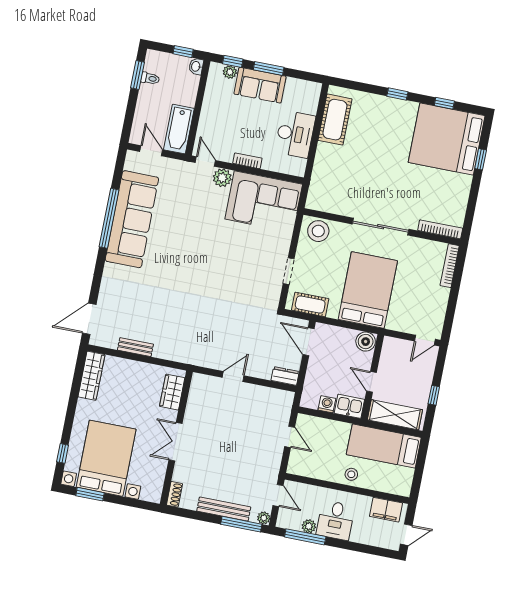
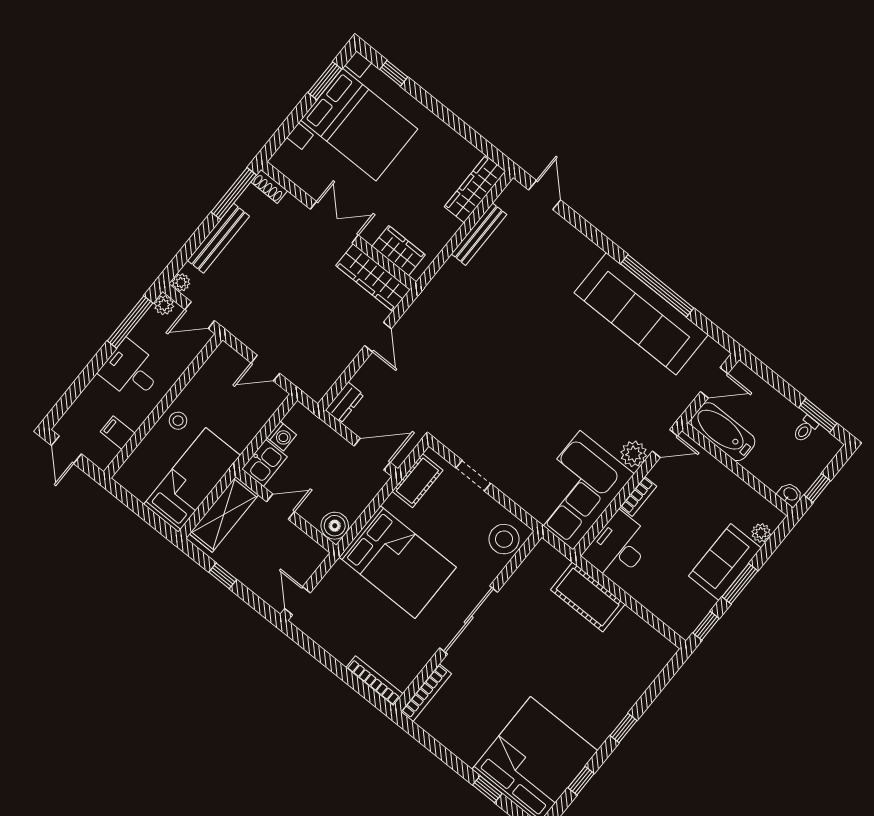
window: (233, 61) -> (706, 626), moved
cot: (335, 120) -> (588, 597), moved
desk: (295, 134) -> (618, 547), moved, turned 90
door: (89, 319) -> (545, 195), width x0.73
bench: (135, 347) -> (479, 234), width x1.36
wardrobe: (91, 376) -> (475, 189), moved, turned 90
wardrobe: (198, 399) -> (373, 278), added
filing cabinet: (386, 510) -> (118, 433), width x0.50
window: (241, 524) -> (234, 194), moved
plant: (309, 526) -> (164, 305), moved

